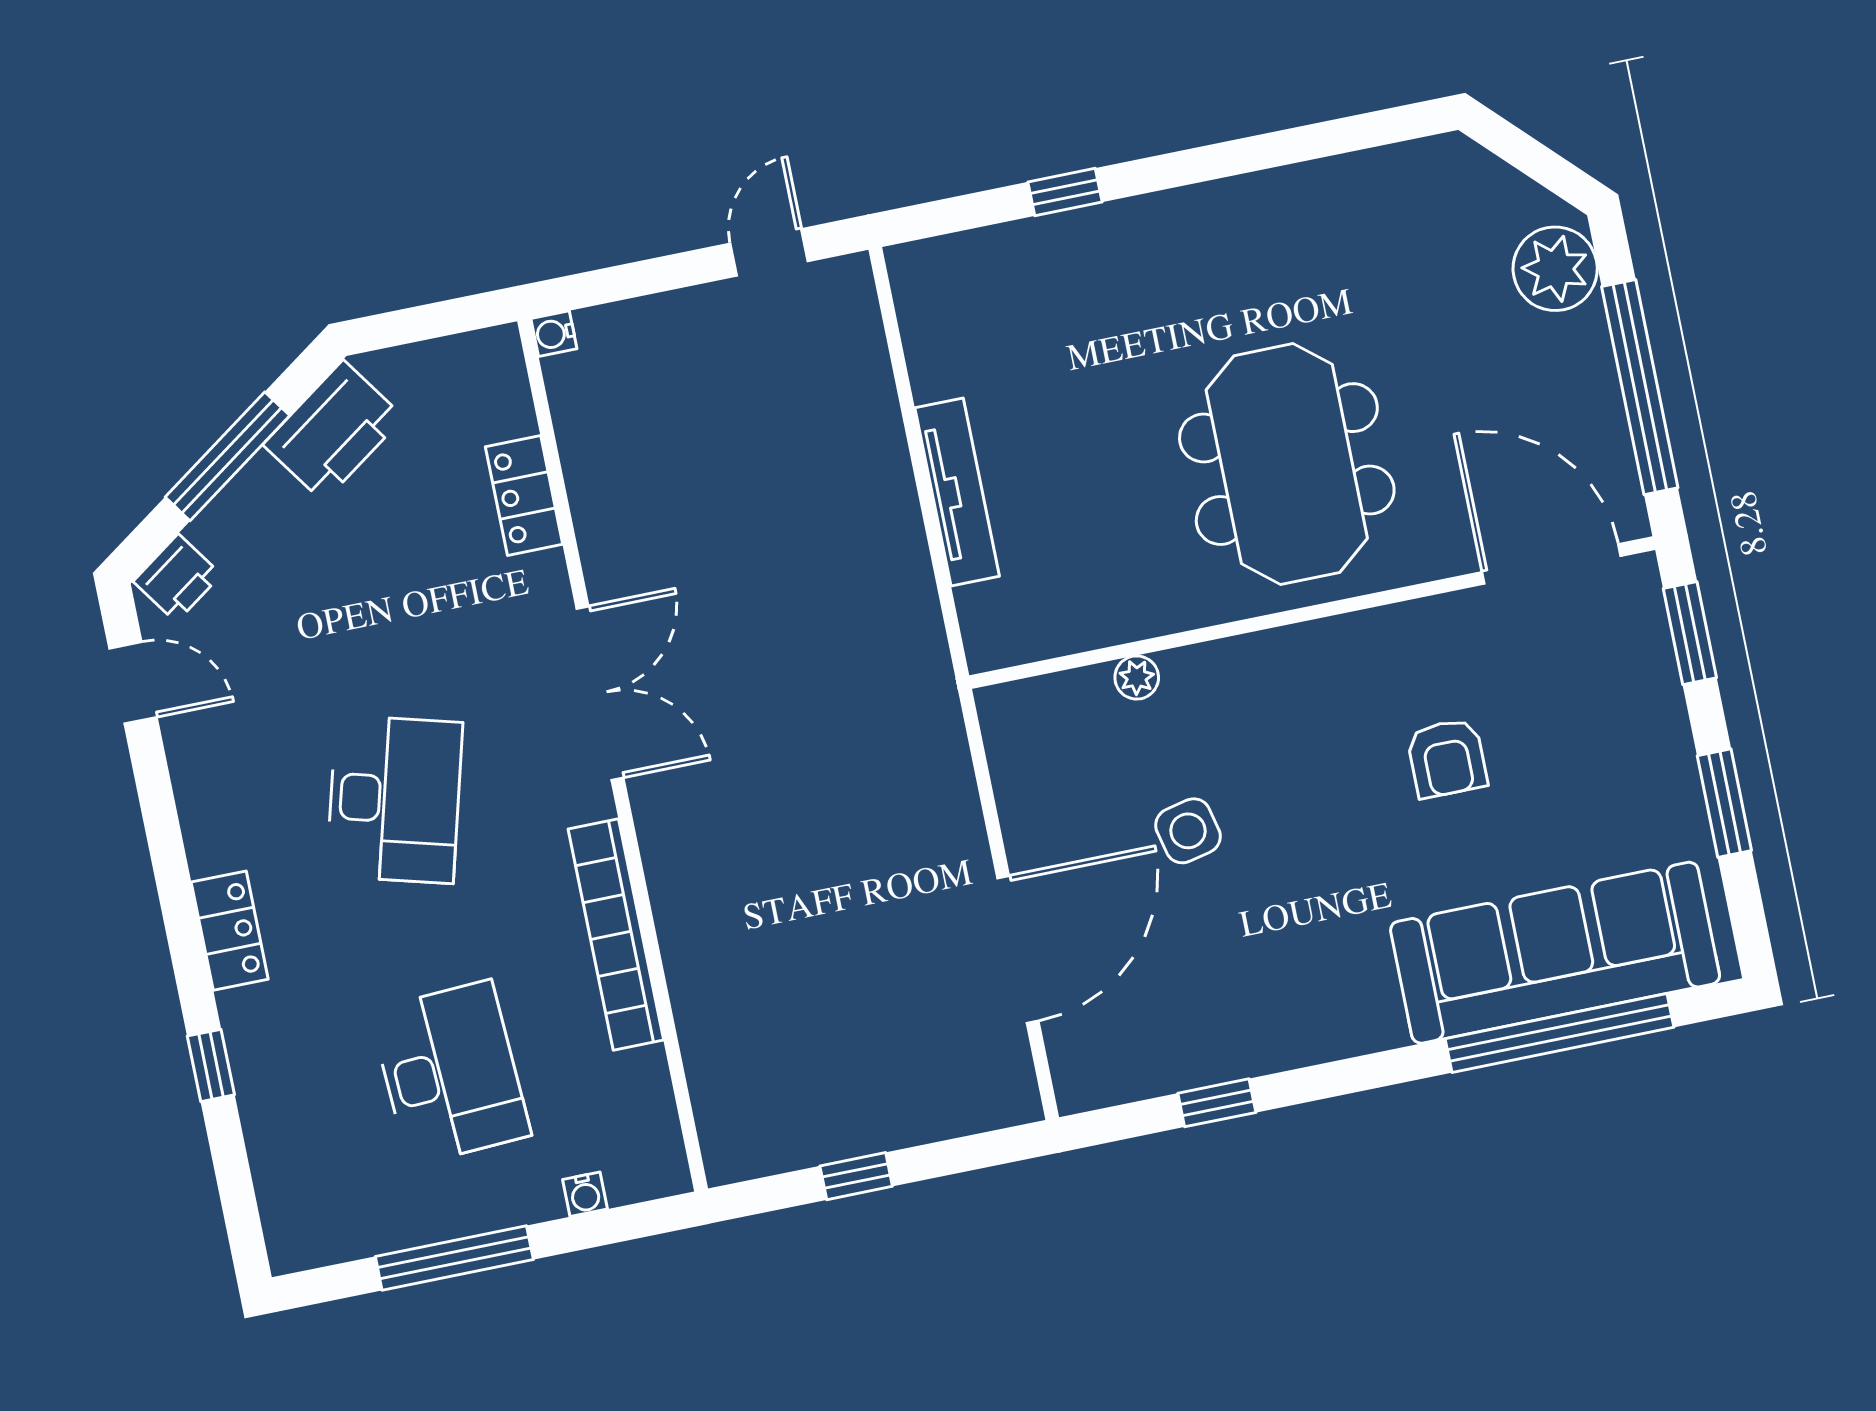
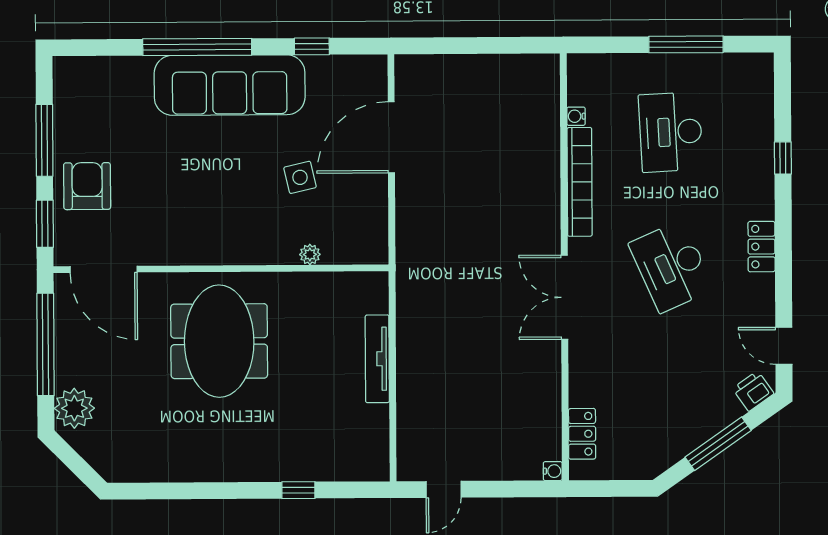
printer: (333, 431) -> (666, 446), removed
locker: (524, 496) -> (582, 434), moved
armchair: (1447, 758) -> (87, 186), moved, width x1.38, depth x1.38
desk: (394, 799) -> (671, 266), turned -39
window: (1724, 803) -> (44, 140), width x1.44
locker: (230, 931) -> (762, 247), moved
sofa: (1555, 953) -> (230, 85), moved
window: (1559, 1033) -> (197, 47), moved
window: (856, 1176) -> (489, 45), removed
water cooler: (585, 1194) -> (576, 116), moved, turned -90

